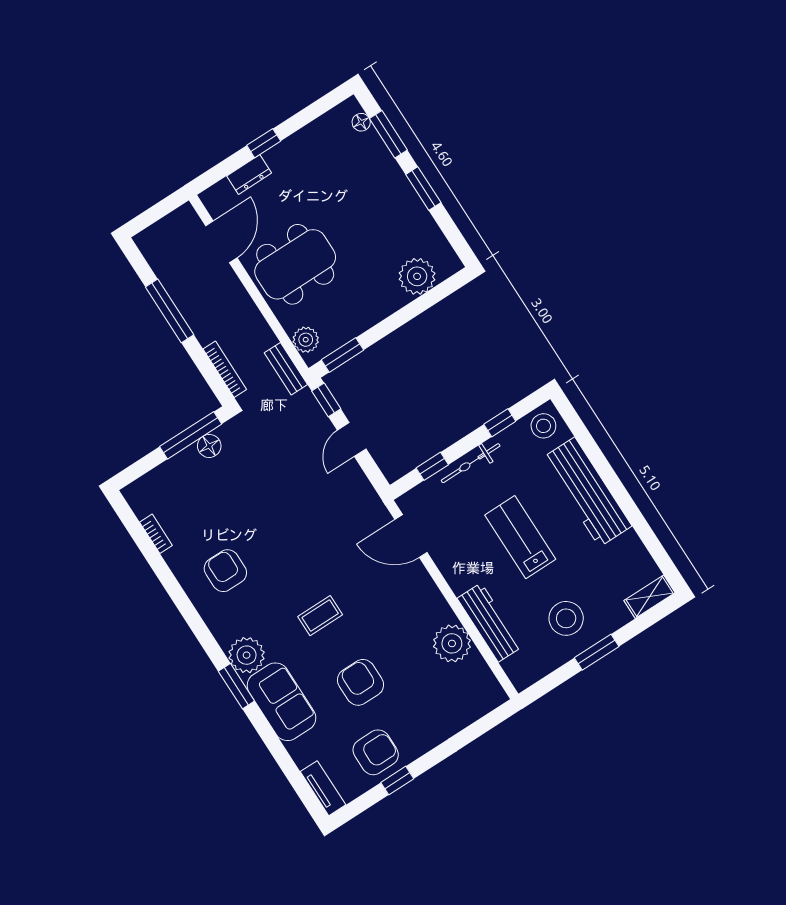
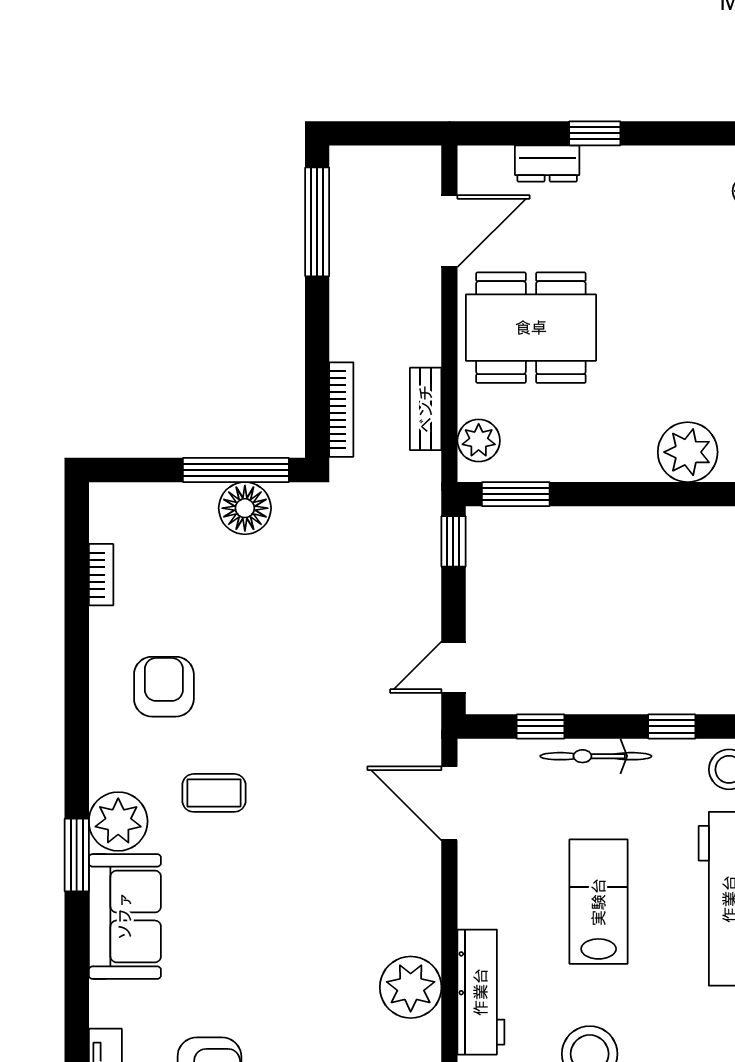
window: (170, 311) -> (317, 222), moved
bench: (286, 369) -> (426, 409), moved
door: (352, 440) -> (453, 667), moved
floor lamp: (209, 446) -> (245, 508), width x1.38, depth x1.38
coffee table: (320, 616) -> (214, 793), moved
armchair: (361, 682) -> (251, 960), removed

